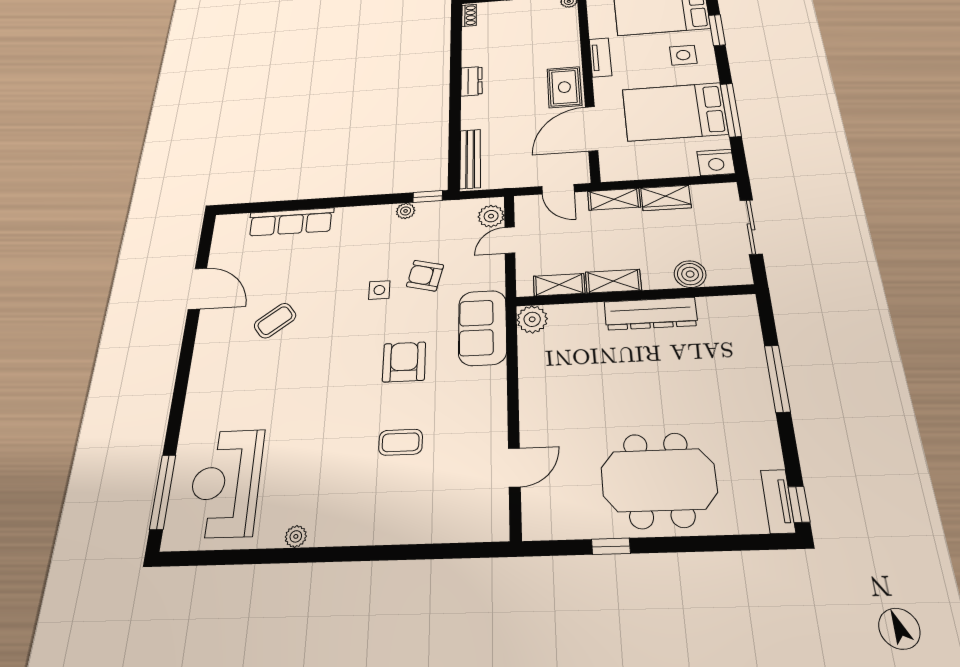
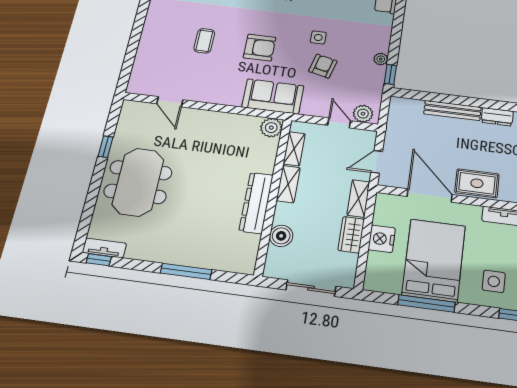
bench: (470, 159) -> (452, 111), moved
nightstand: (716, 162) -> (382, 239), moved

